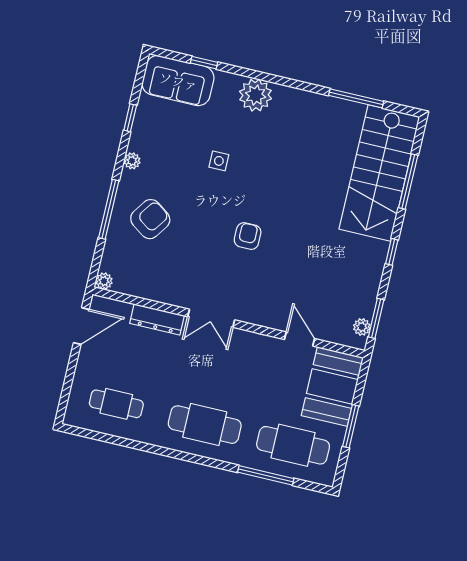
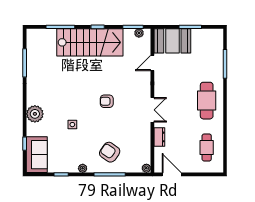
stairs: (379, 173) -> (90, 42), moved
dresser: (157, 319) -> (159, 137), width x0.70
cafe table: (293, 445) -> (207, 54), removed

